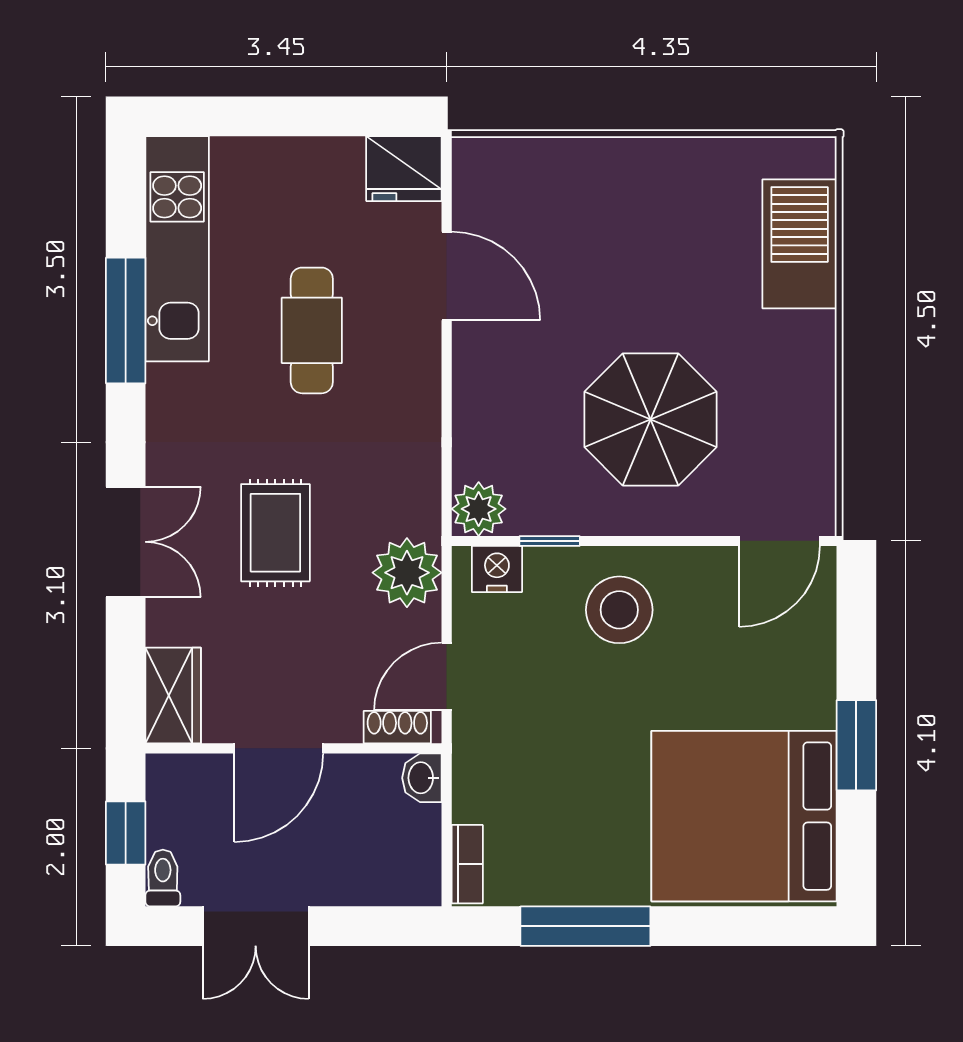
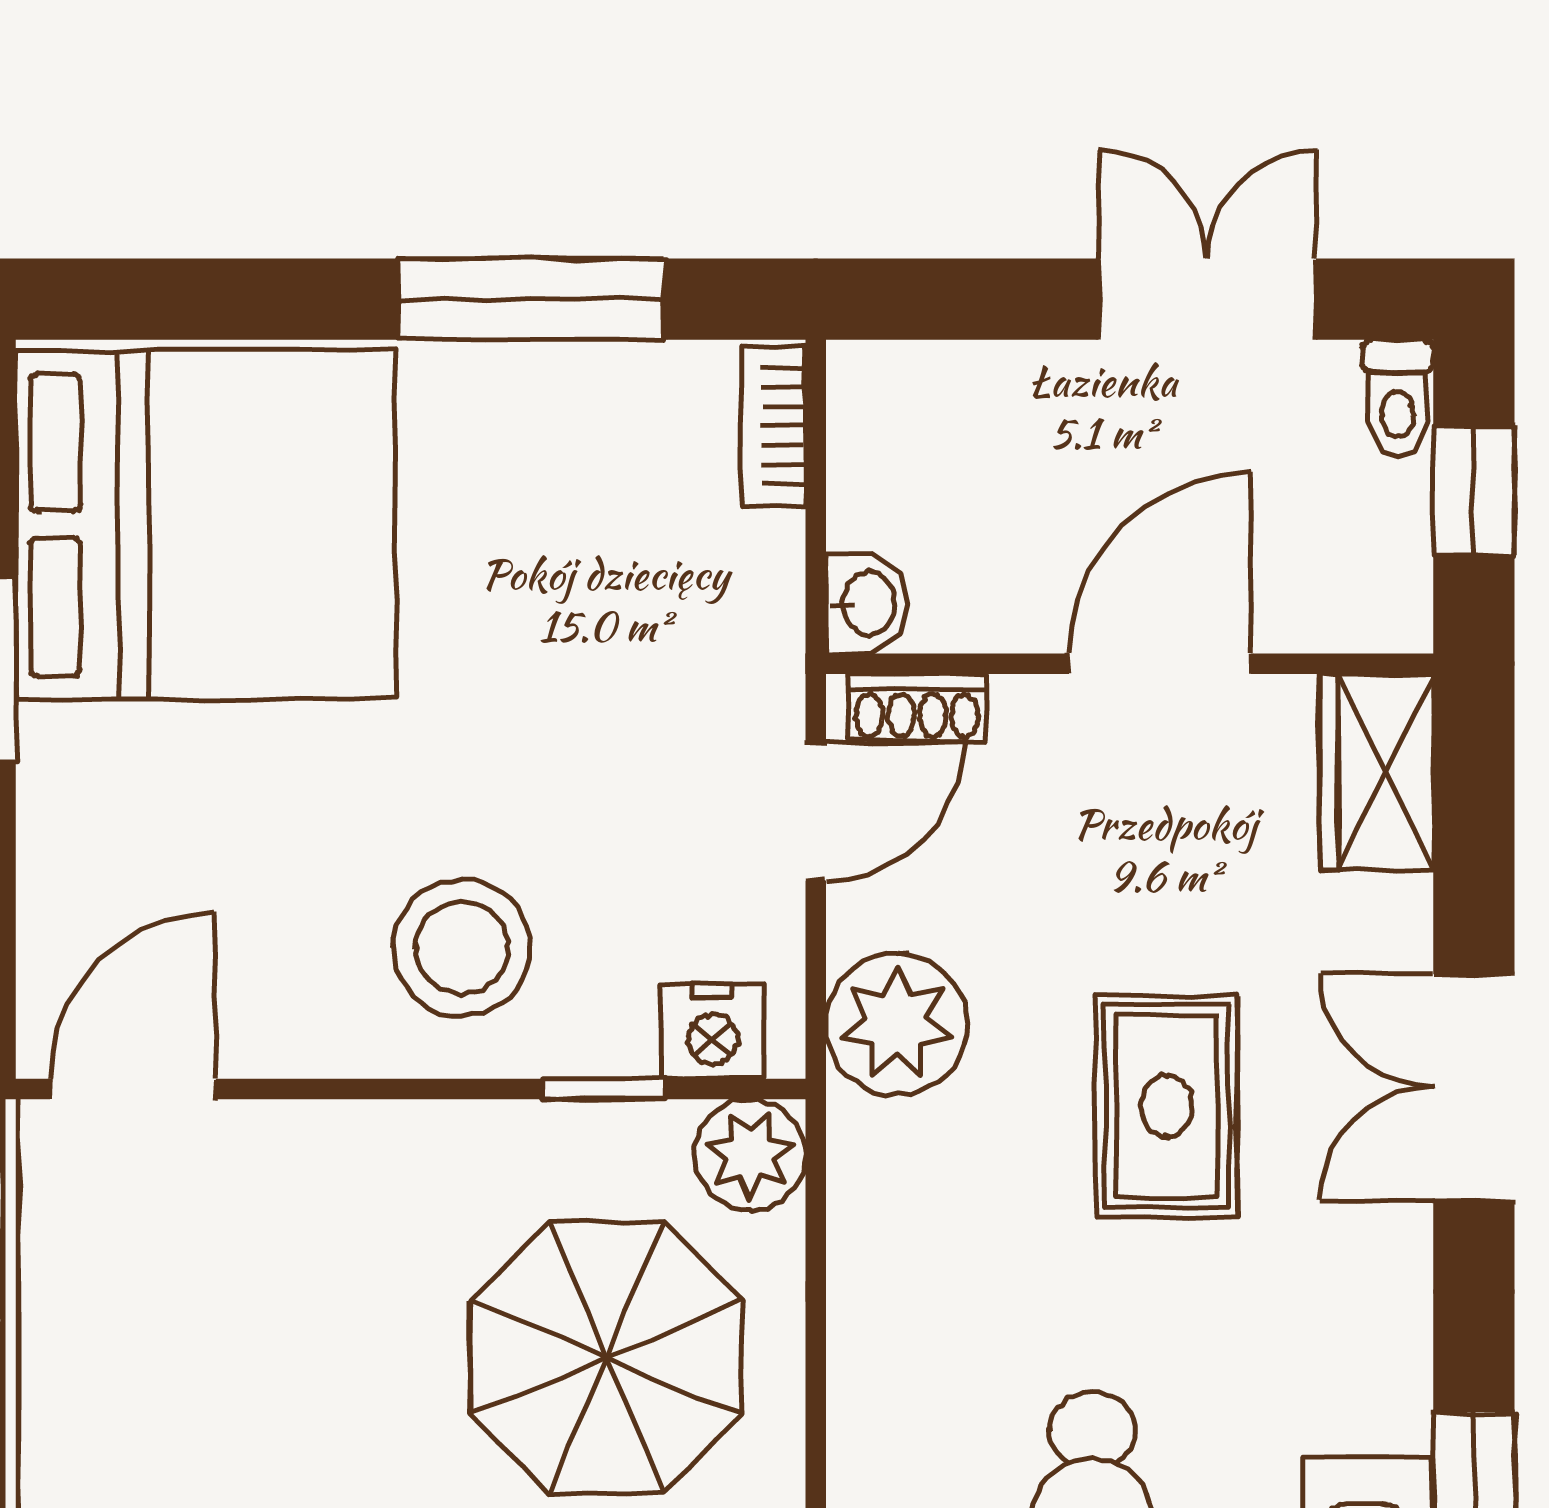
parasol: (650, 419) -> (606, 1358), moved

